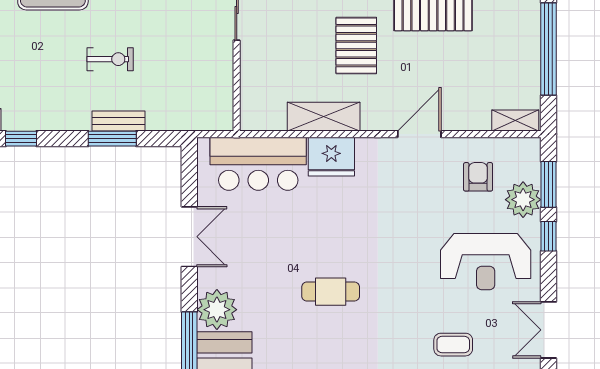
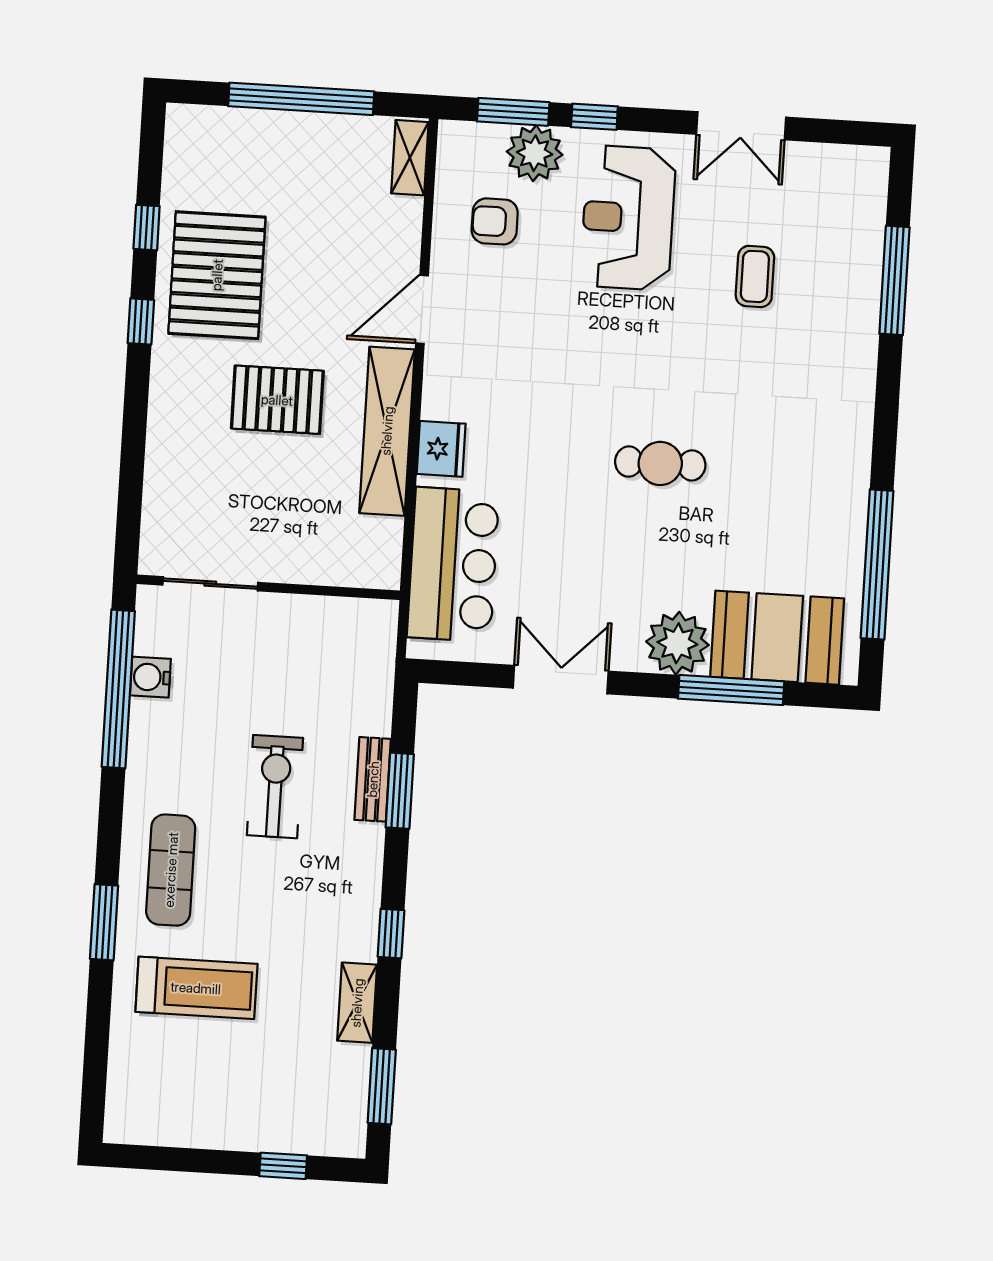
exercise bike: (110, 59) -> (275, 787), width x1.38, depth x1.39
shelving: (324, 117) -> (387, 431), width x1.47
door: (419, 134) -> (422, 309), hinge flipped
fridge: (331, 157) -> (441, 449), width x0.73, depth x0.75
reception desk: (486, 262) -> (628, 218), turned 180
cafe table: (331, 292) -> (660, 463), turned 90

